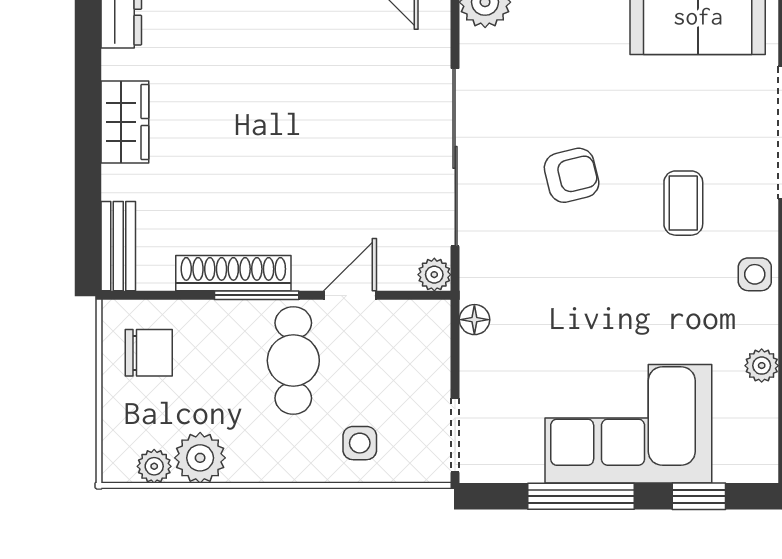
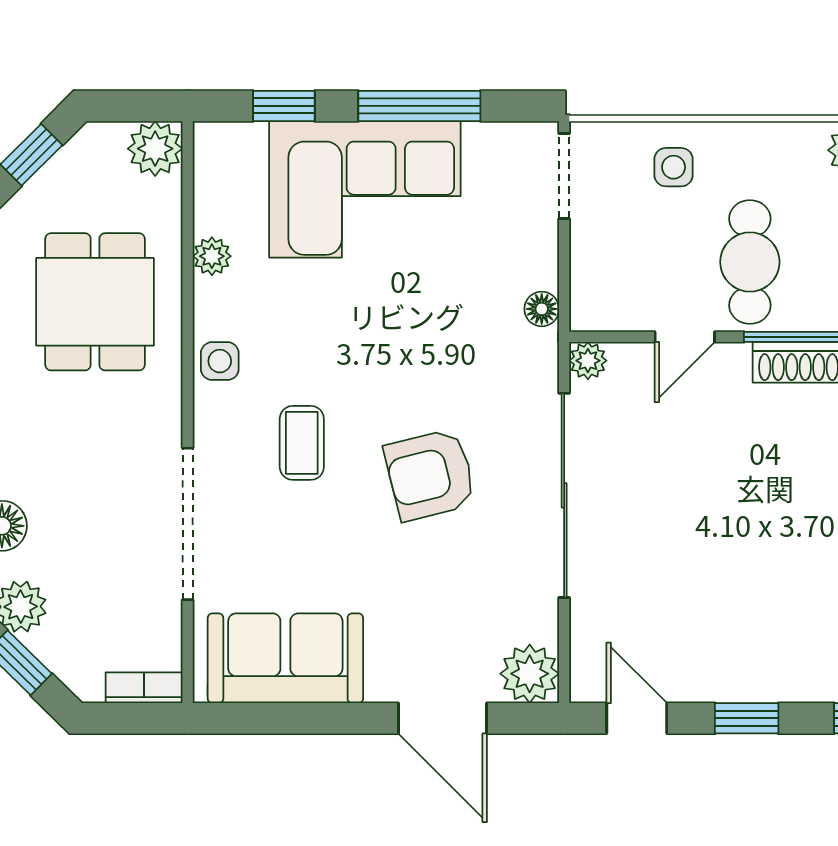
armchair: (572, 175) -> (430, 475), width x1.38, depth x1.38

